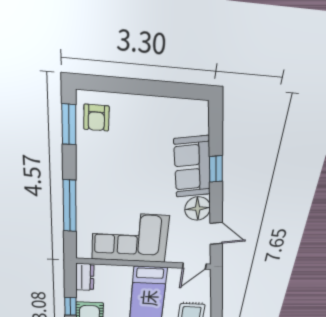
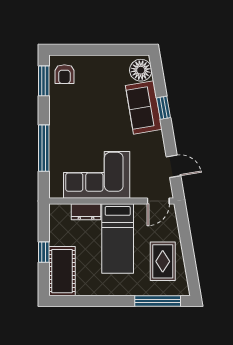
floor lamp: (198, 209) -> (141, 70), moved
dresser: (85, 277) -> (86, 212), moved, turned 90

